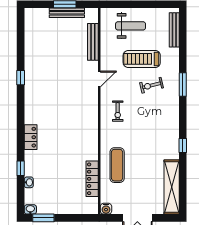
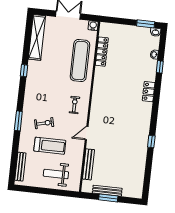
exercise mat: (117, 165) -> (80, 61), width x1.36, depth x1.45

